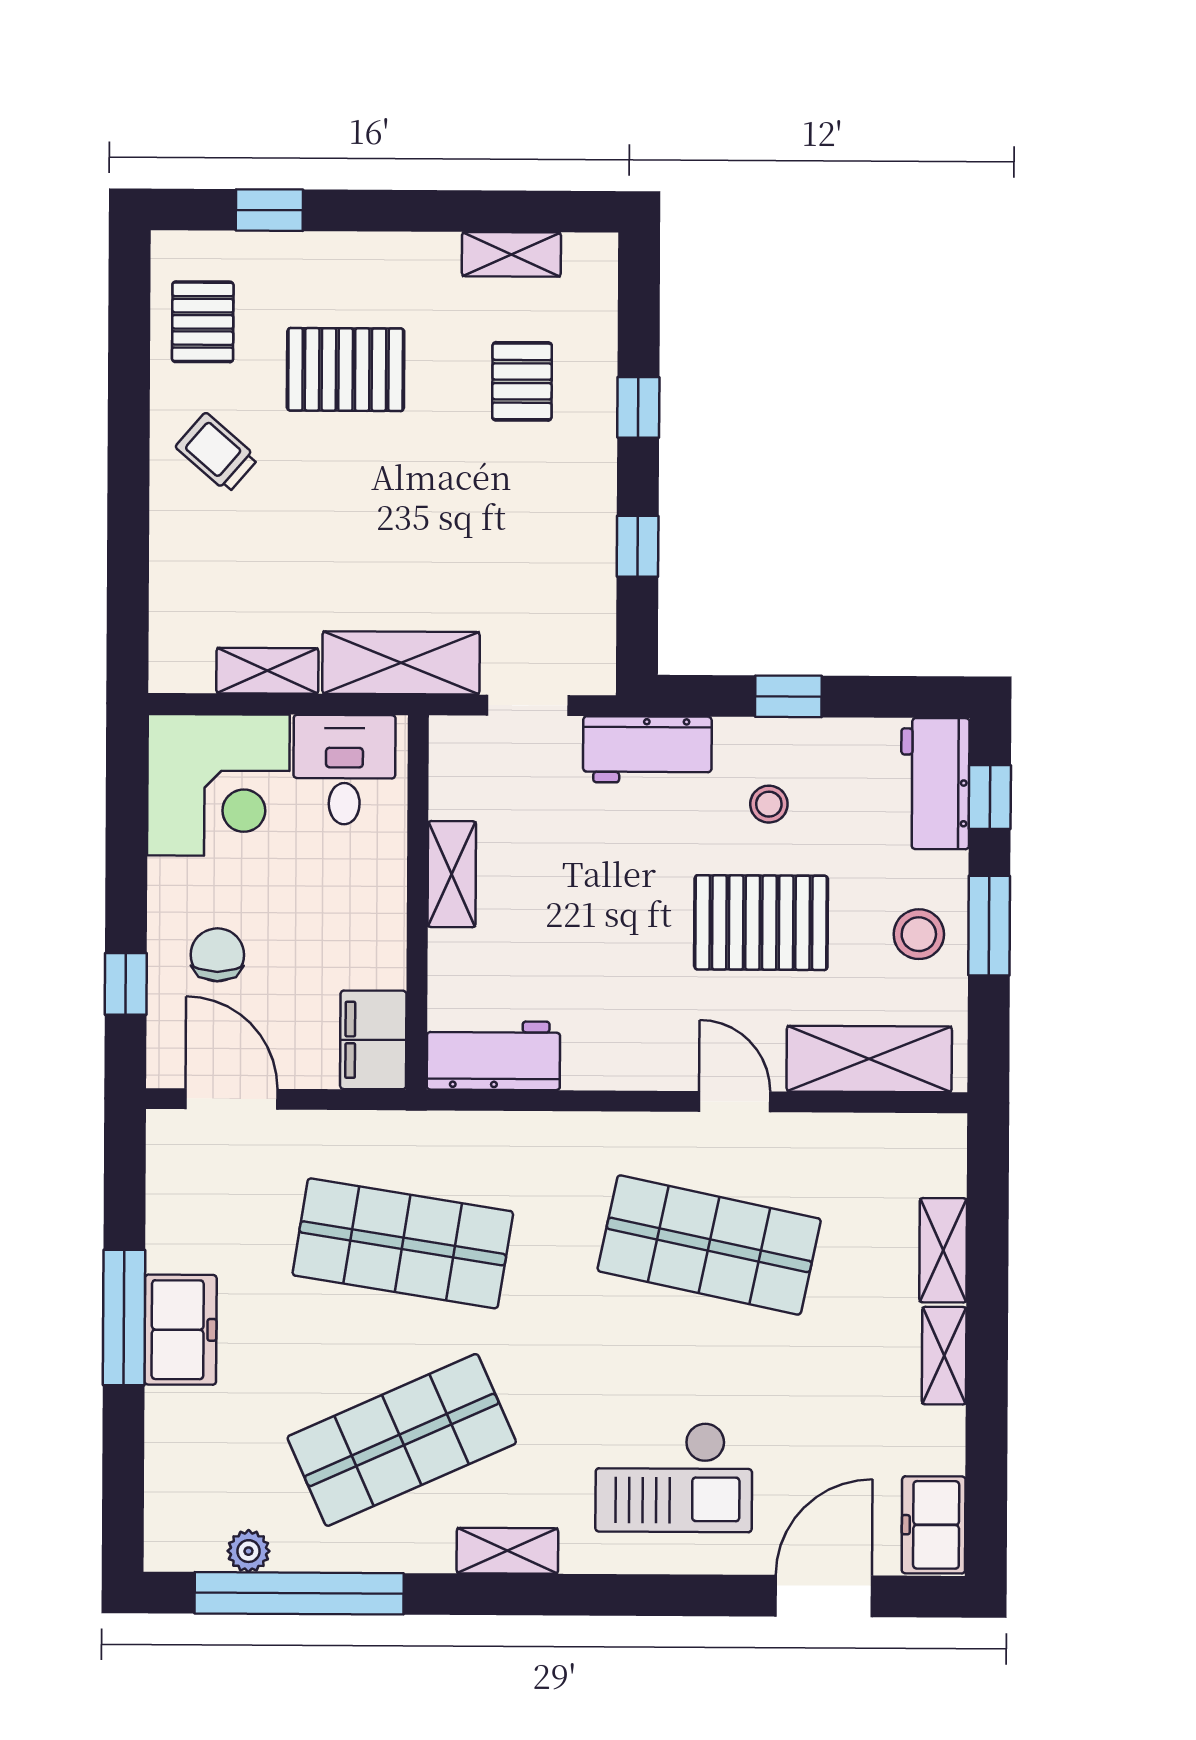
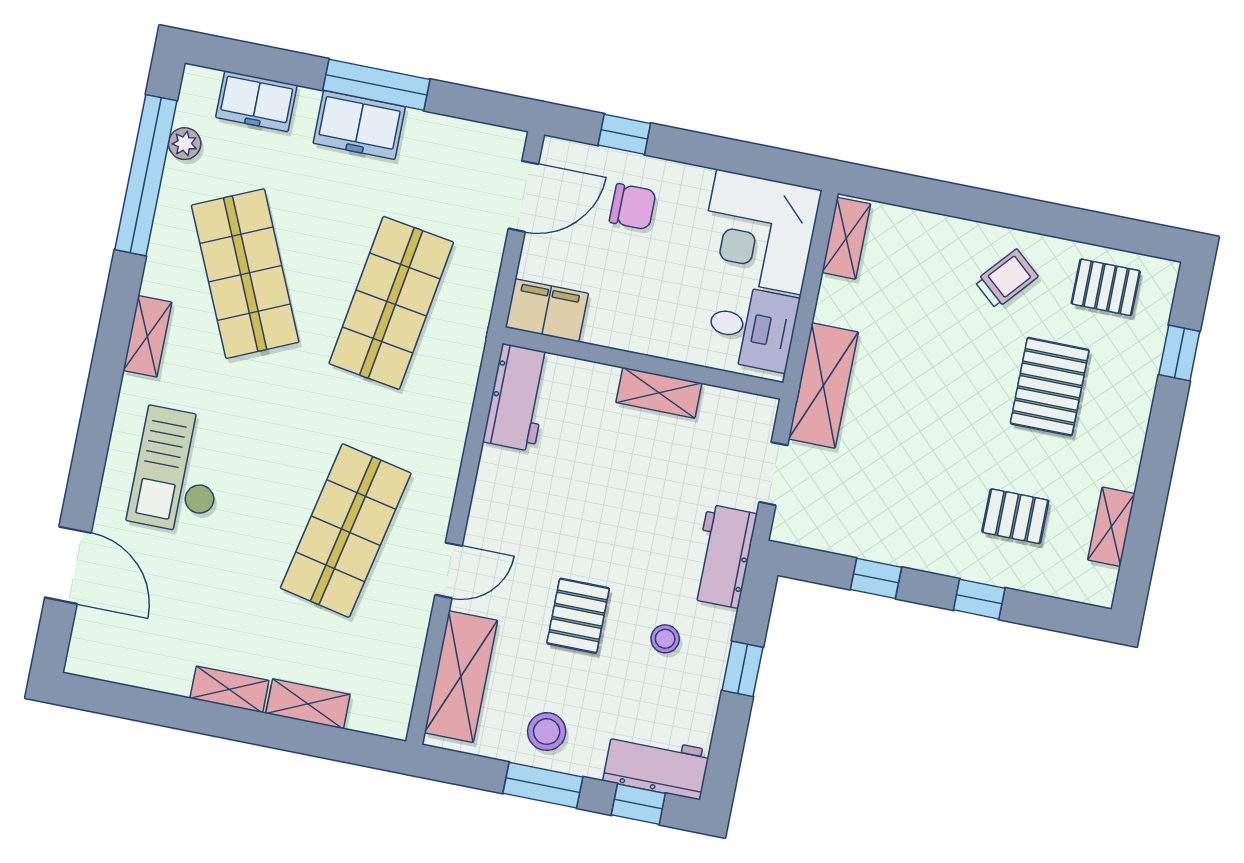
shelving: (267, 671) -> (846, 238), moved
pallet: (761, 923) -> (578, 616), width x0.67, depth x0.71
freezer: (934, 1525) -> (256, 101), moved, turned 180

